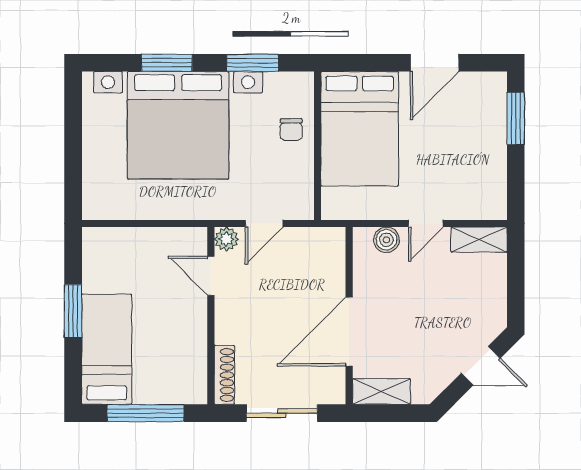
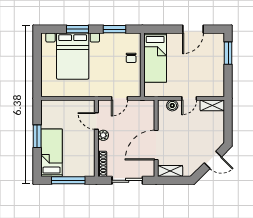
bed with nightstands: (178, 125) -> (73, 56), width x0.73
bed: (360, 129) -> (155, 58), width x0.67
plant: (226, 239) -> (103, 135), moved

